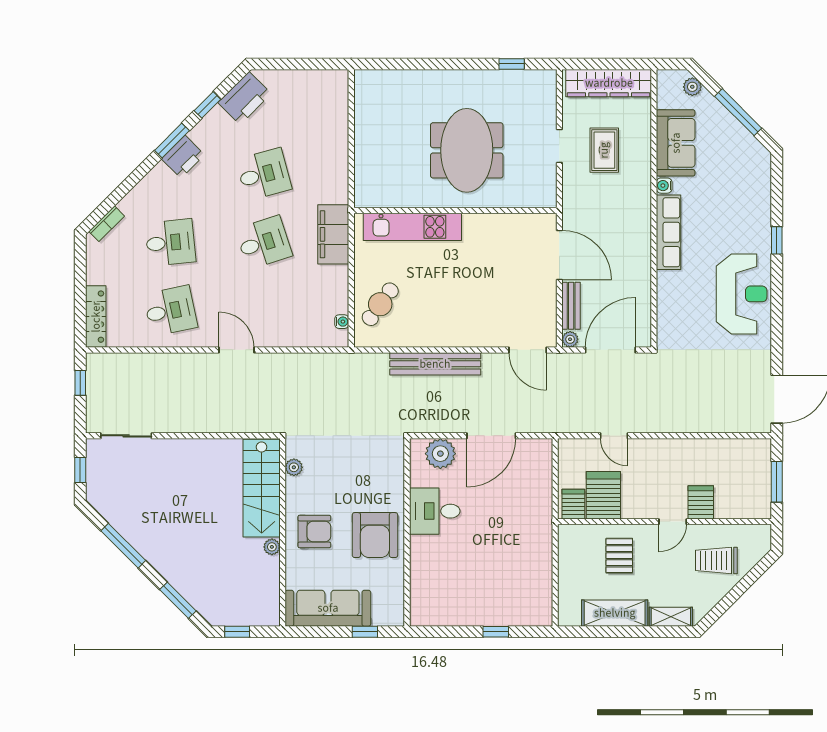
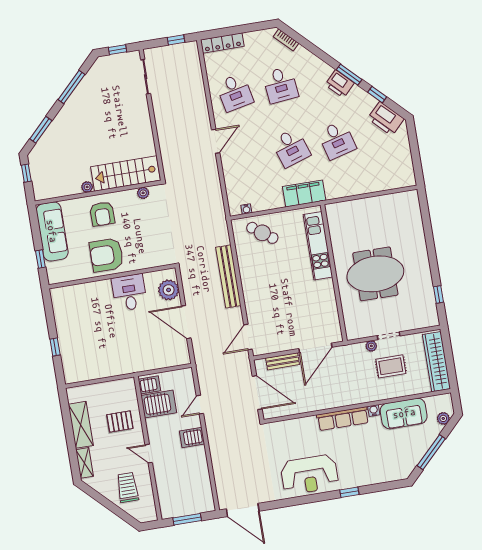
plant: (570, 339) -> (371, 346), moved
server rack: (701, 502) -> (192, 437), moved, turned 180

